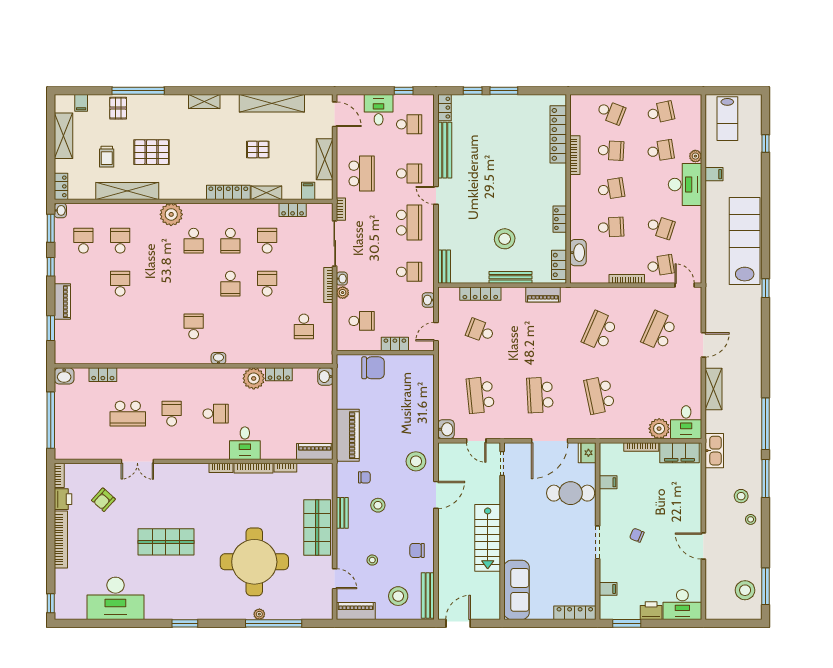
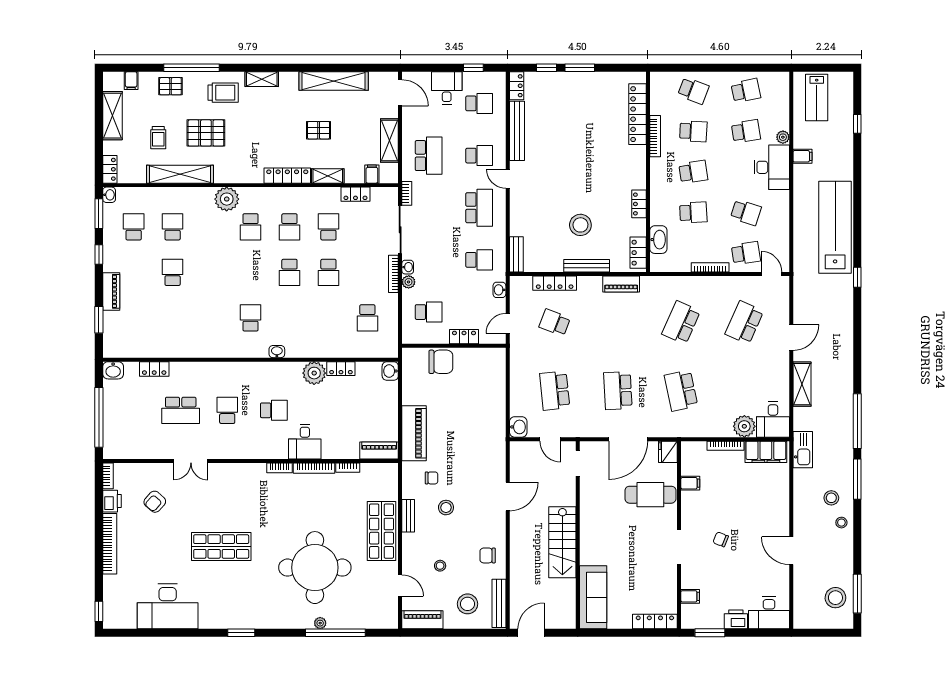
pallet: (118, 108) -> (170, 86), turned 90
trolley: (168, 114) -> (223, 93), added
school desk: (267, 284) -> (328, 272), turned 180
stool: (416, 461) -> (486, 461), removed

